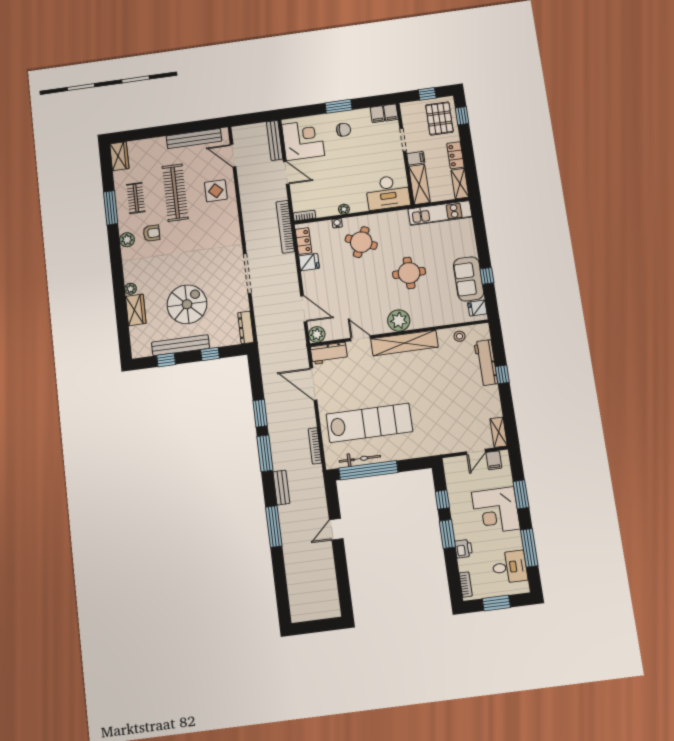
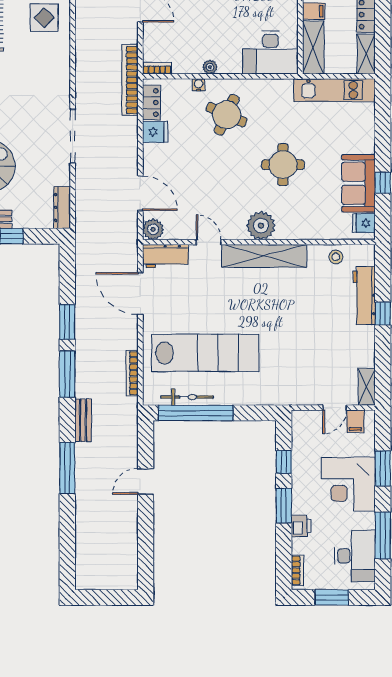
desk: (510, 567) -> (355, 556), width x1.37

